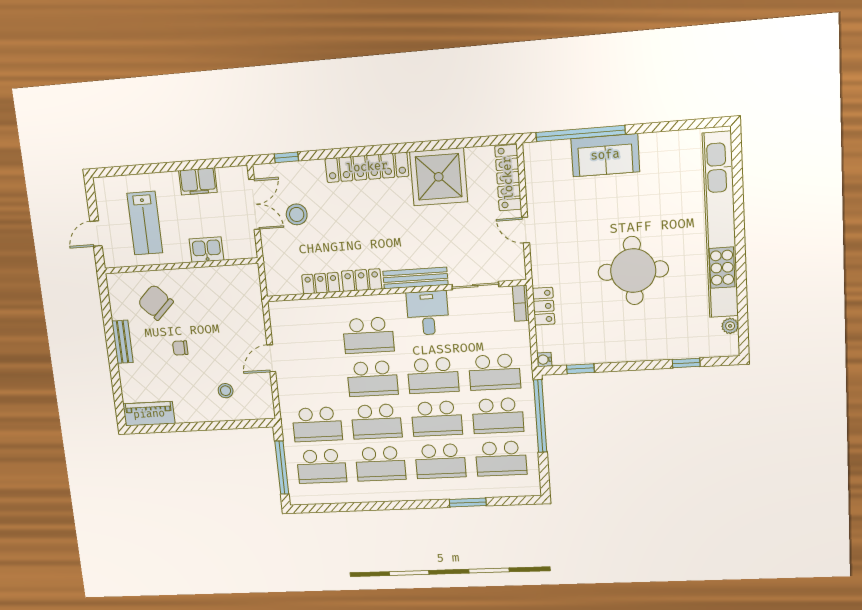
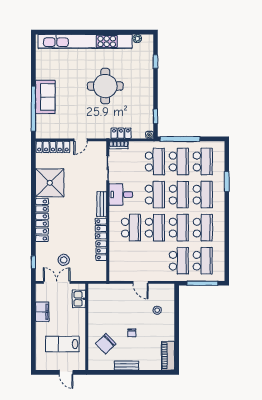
lab bench: (145, 223) -> (62, 344), turned 180
kitchen sink: (206, 250) -> (79, 299), moved
bench: (415, 278) -> (102, 204), width x0.73

